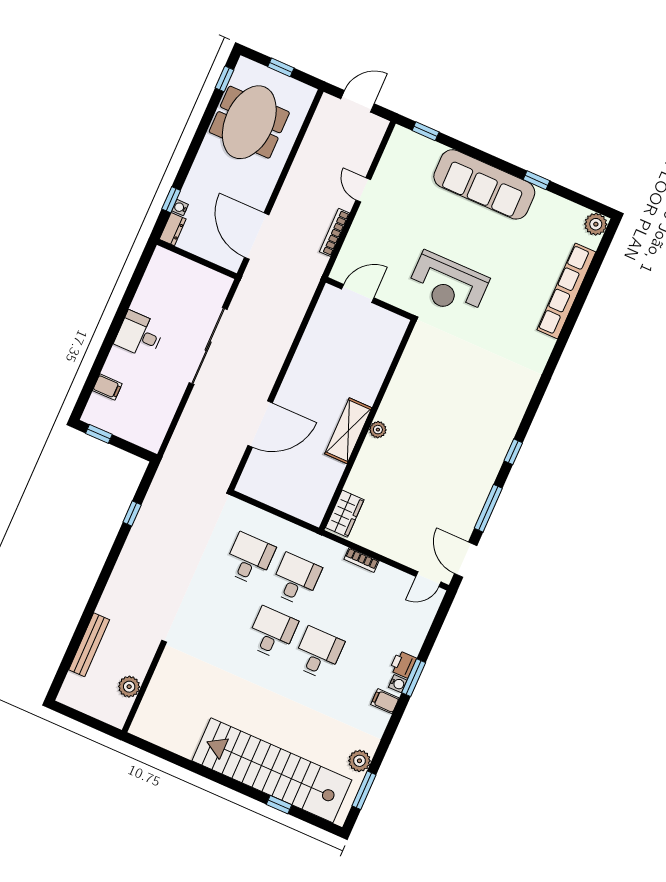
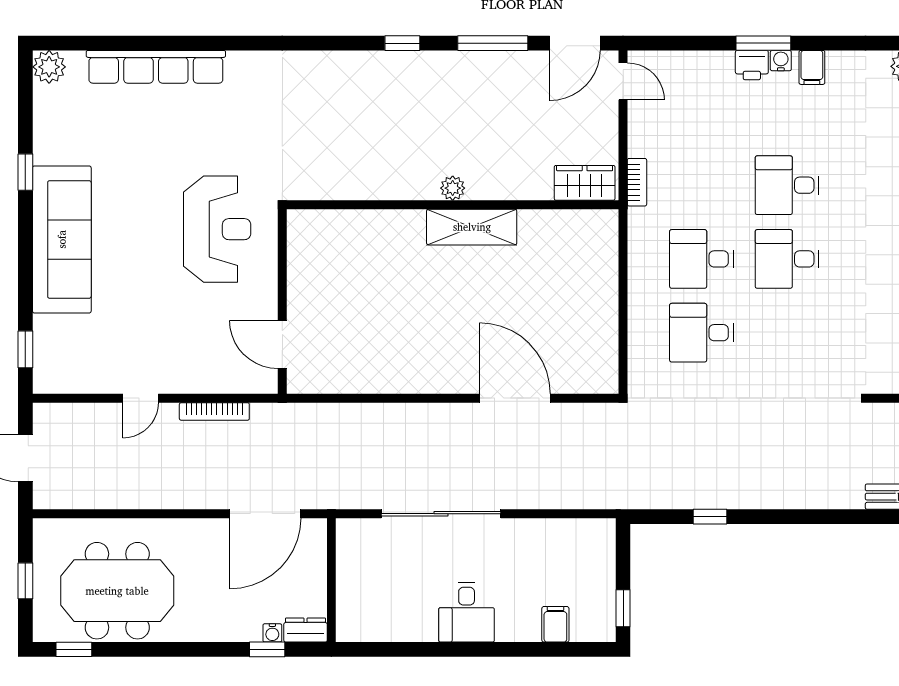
wall: (367, 425) -> (453, 205), moved
plant: (378, 430) -> (453, 188), moved
shelving: (348, 431) -> (472, 227), moved
wardrobe: (345, 514) -> (585, 183), moved

